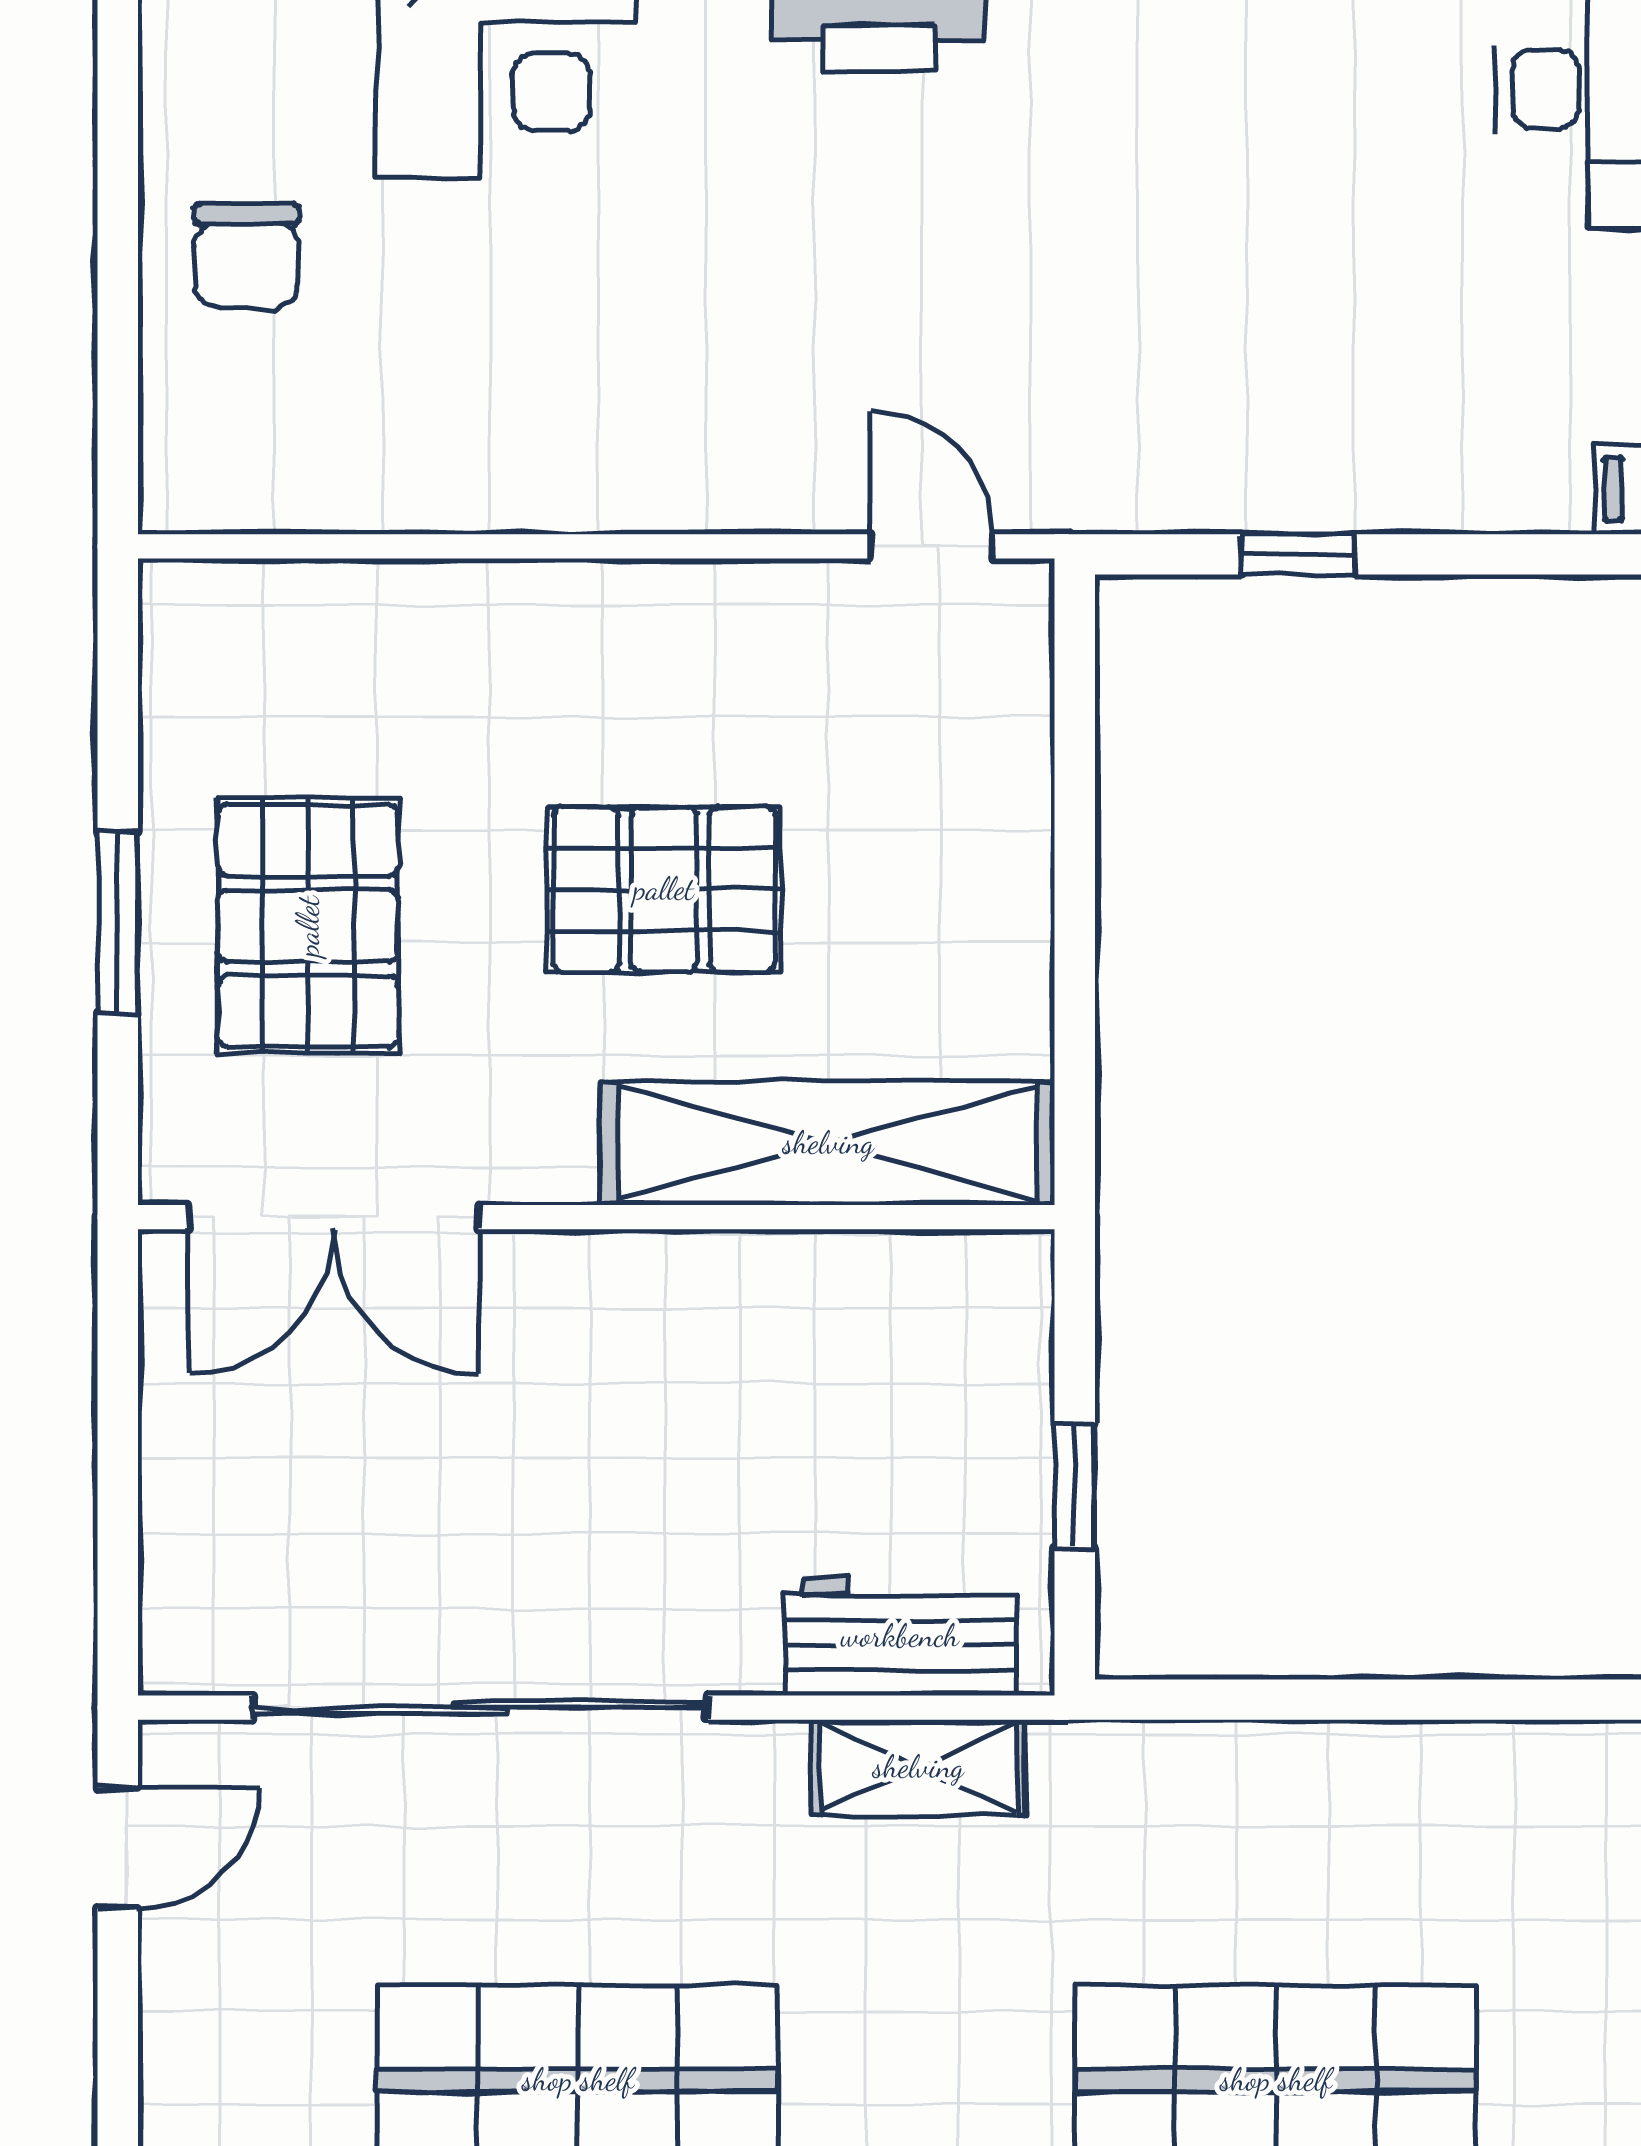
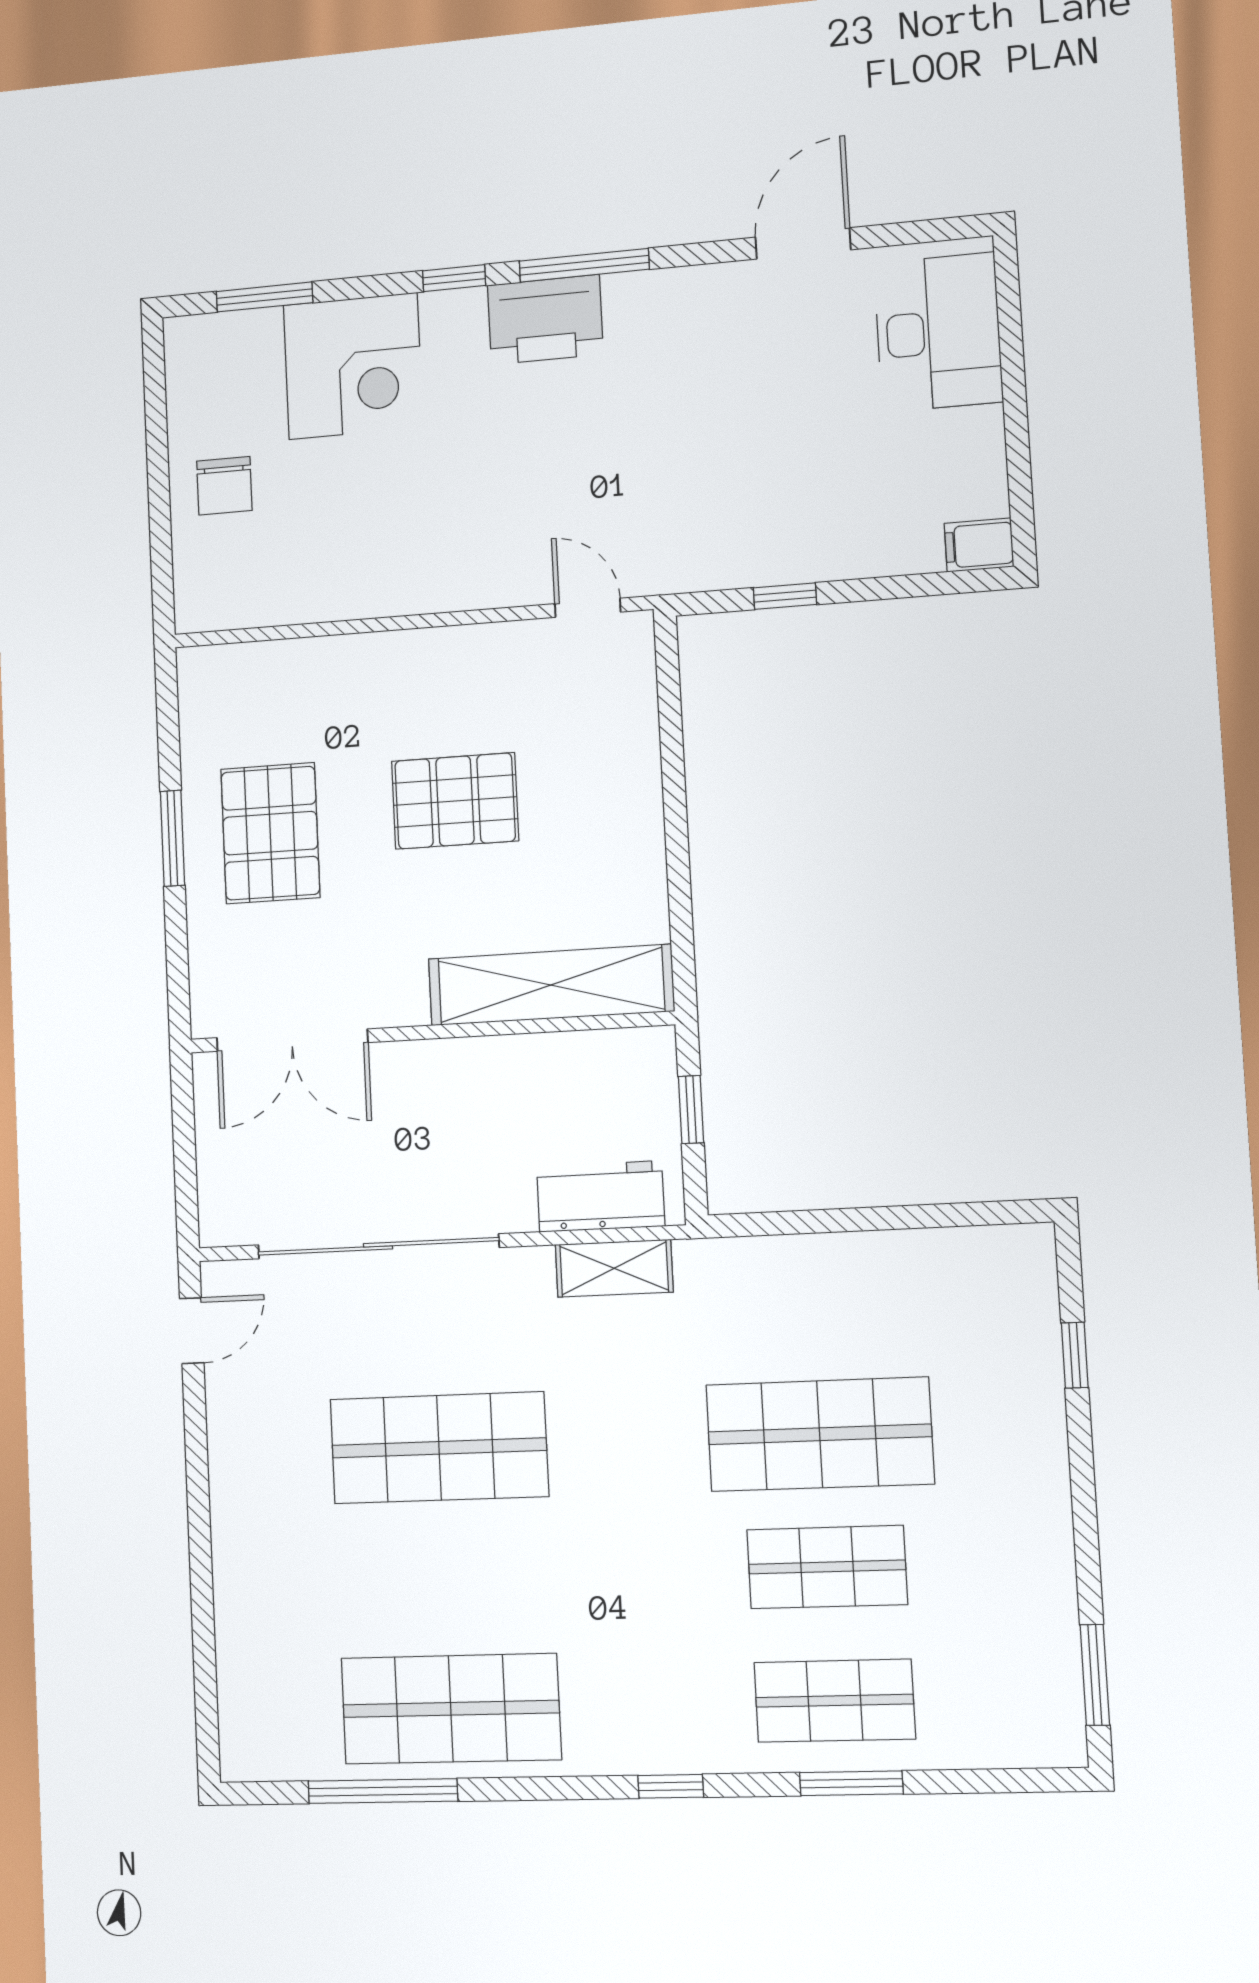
shelving: (828, 1143) -> (551, 985), moved
double door: (333, 1217) -> (292, 1040), moved
wall: (596, 1217) -> (430, 1032), moved

